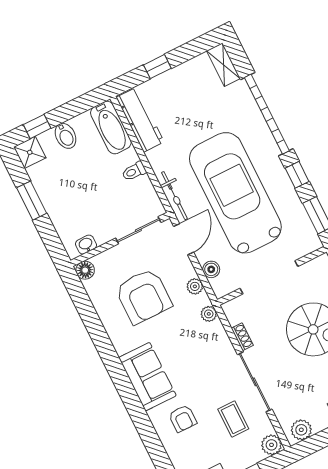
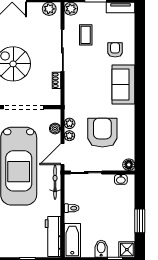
plant: (209, 314) -> (69, 136), moved

